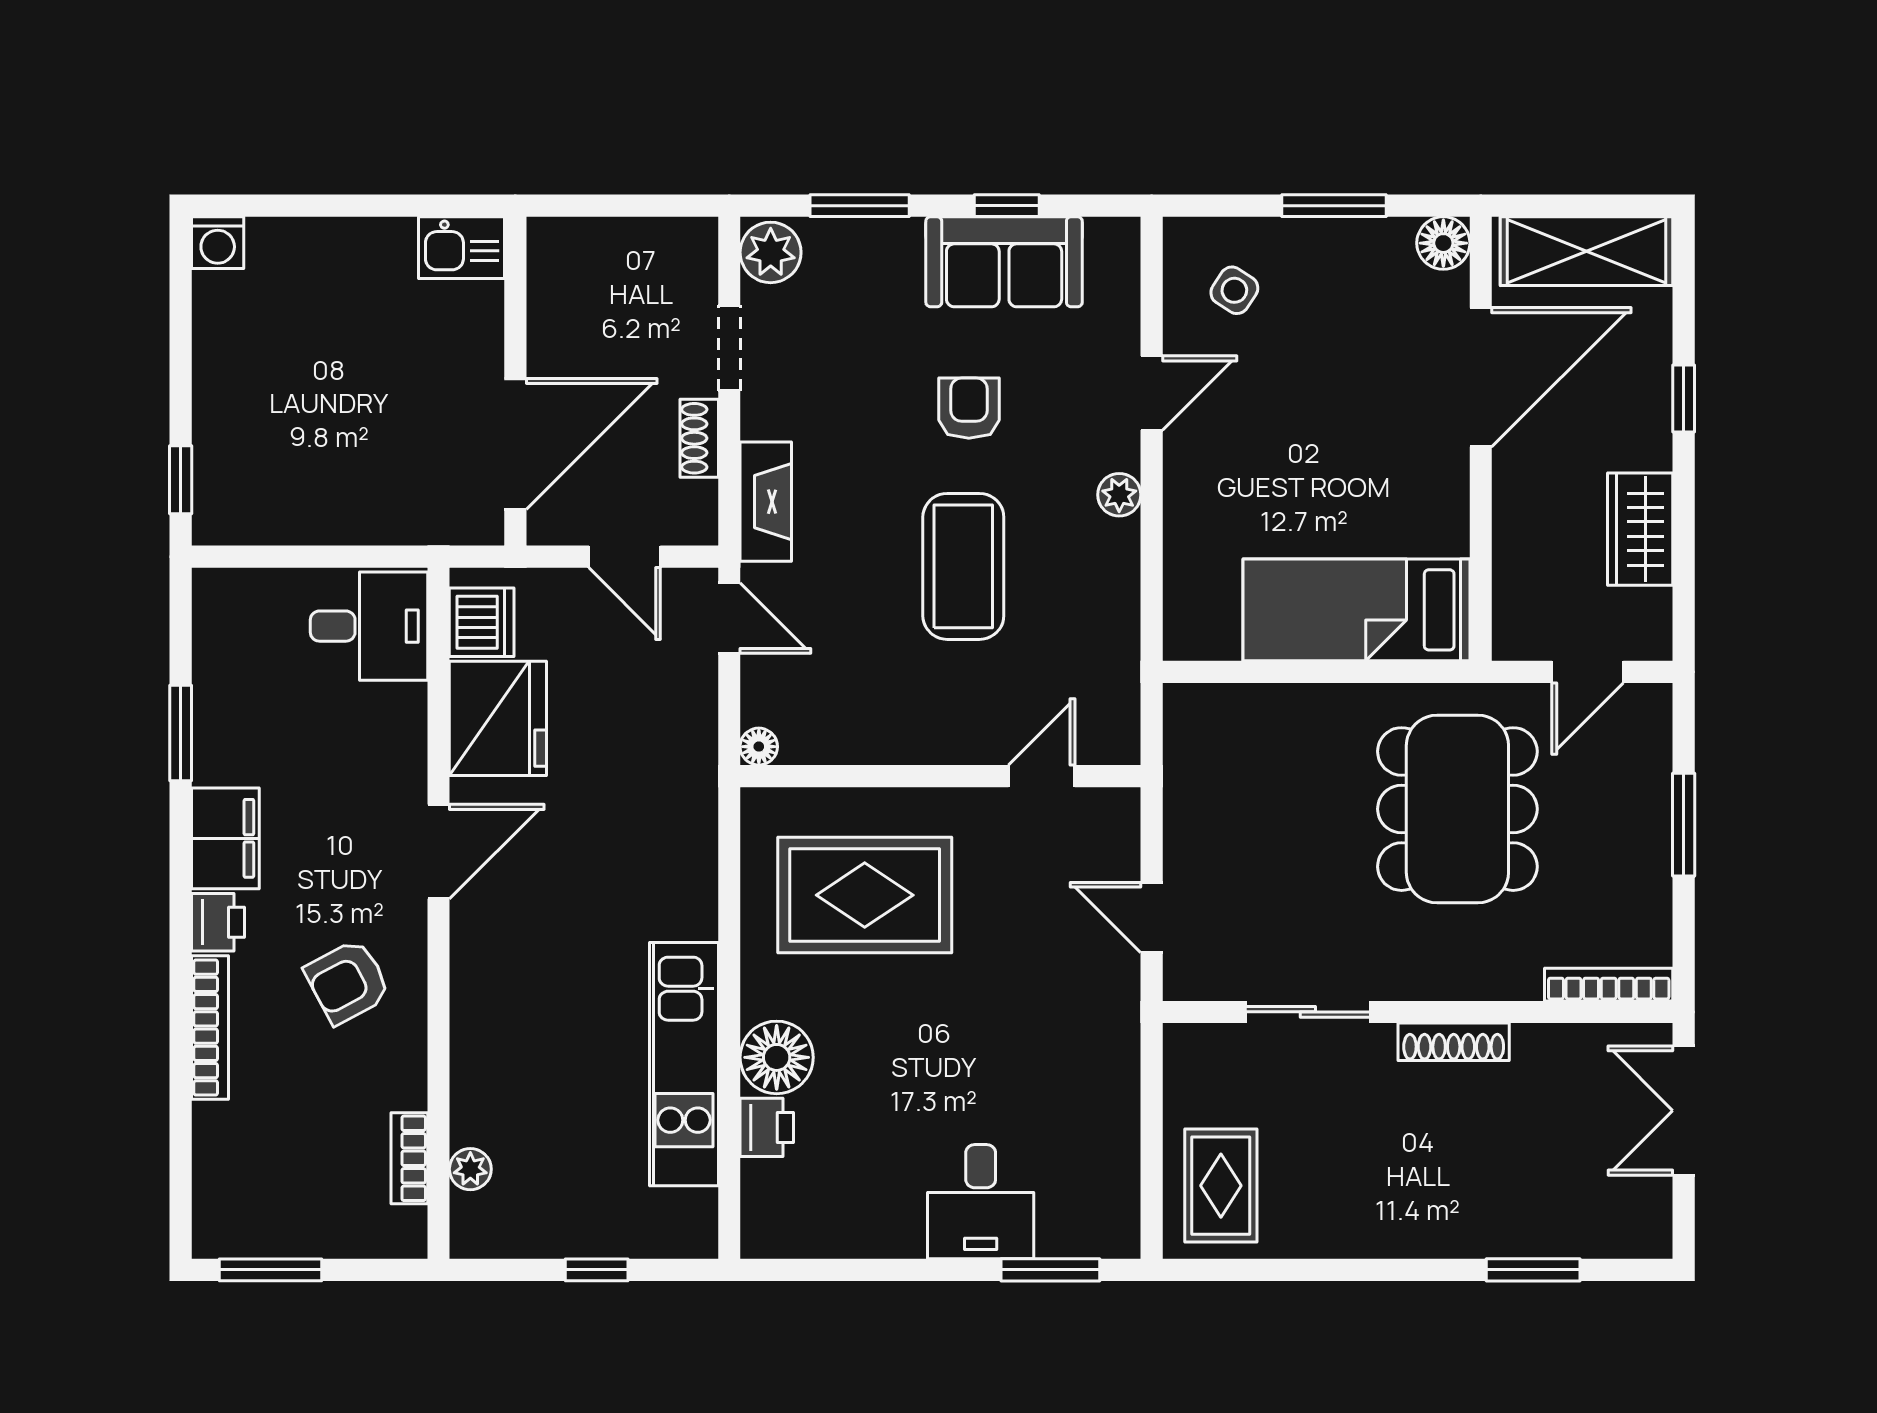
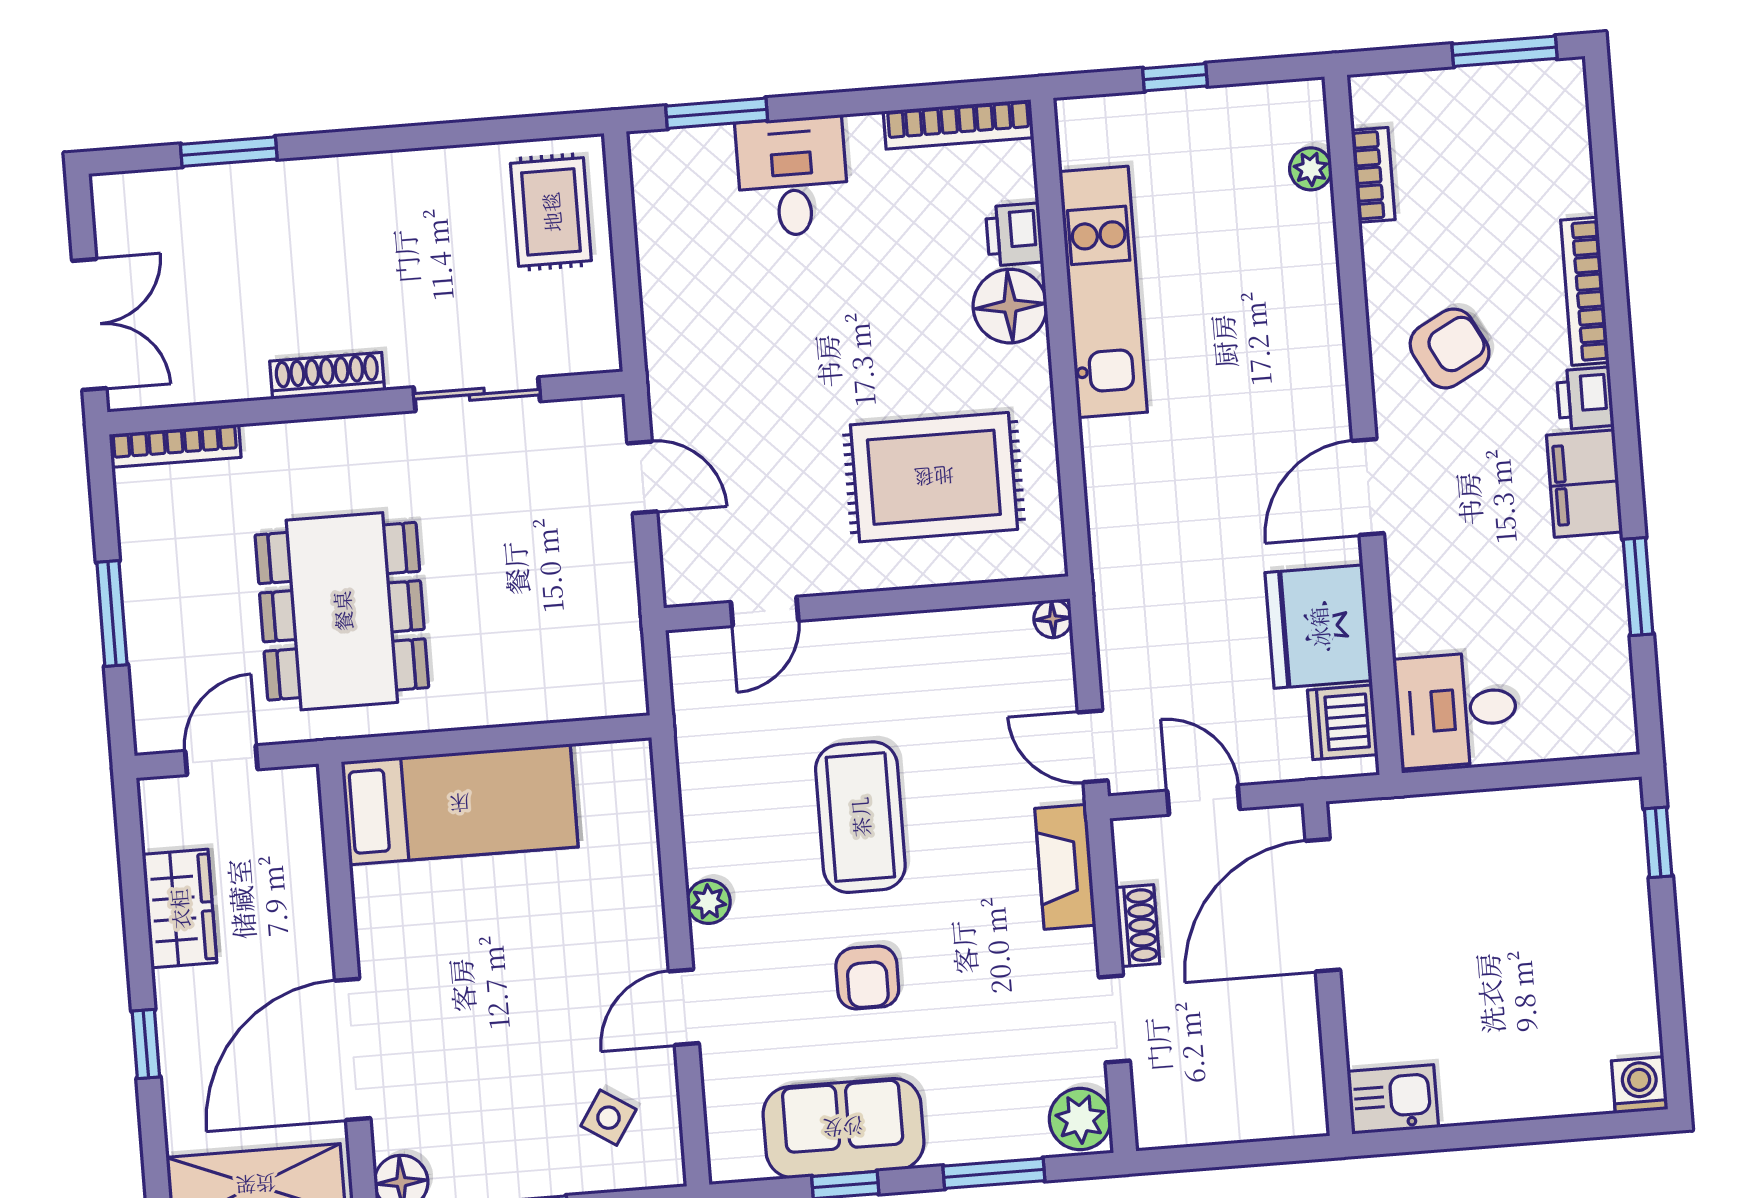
bookcase: (813, 1240) -> (958, 124), added

